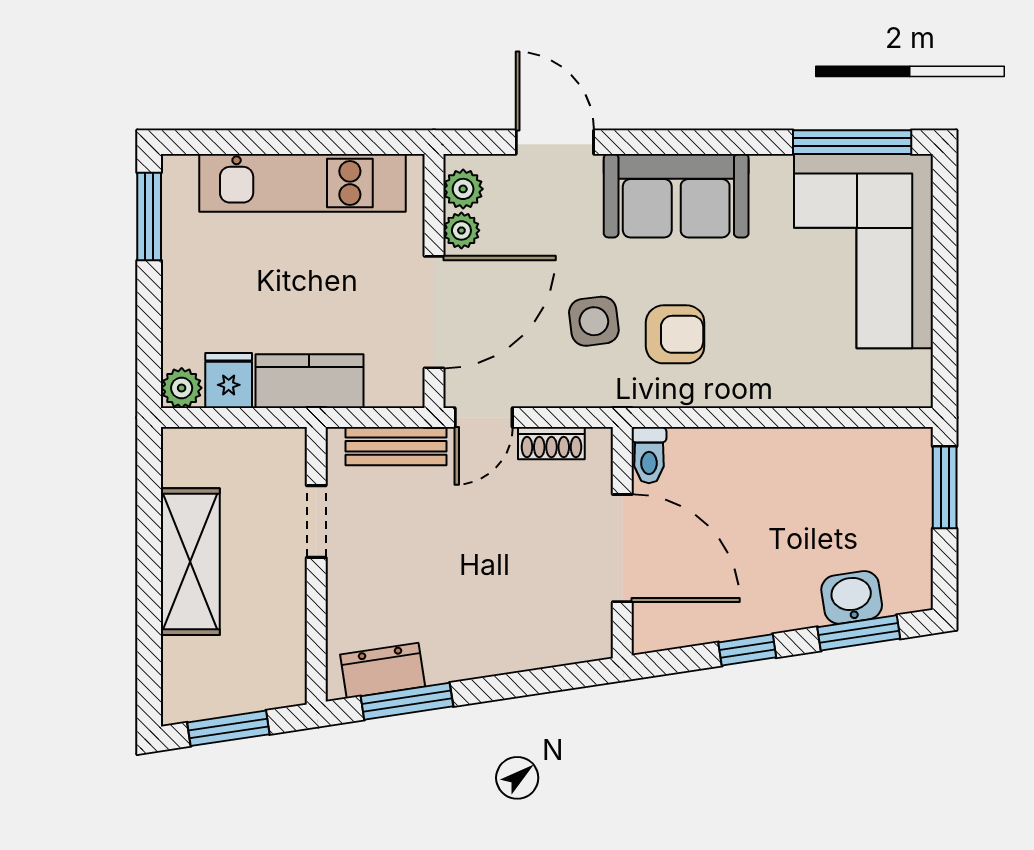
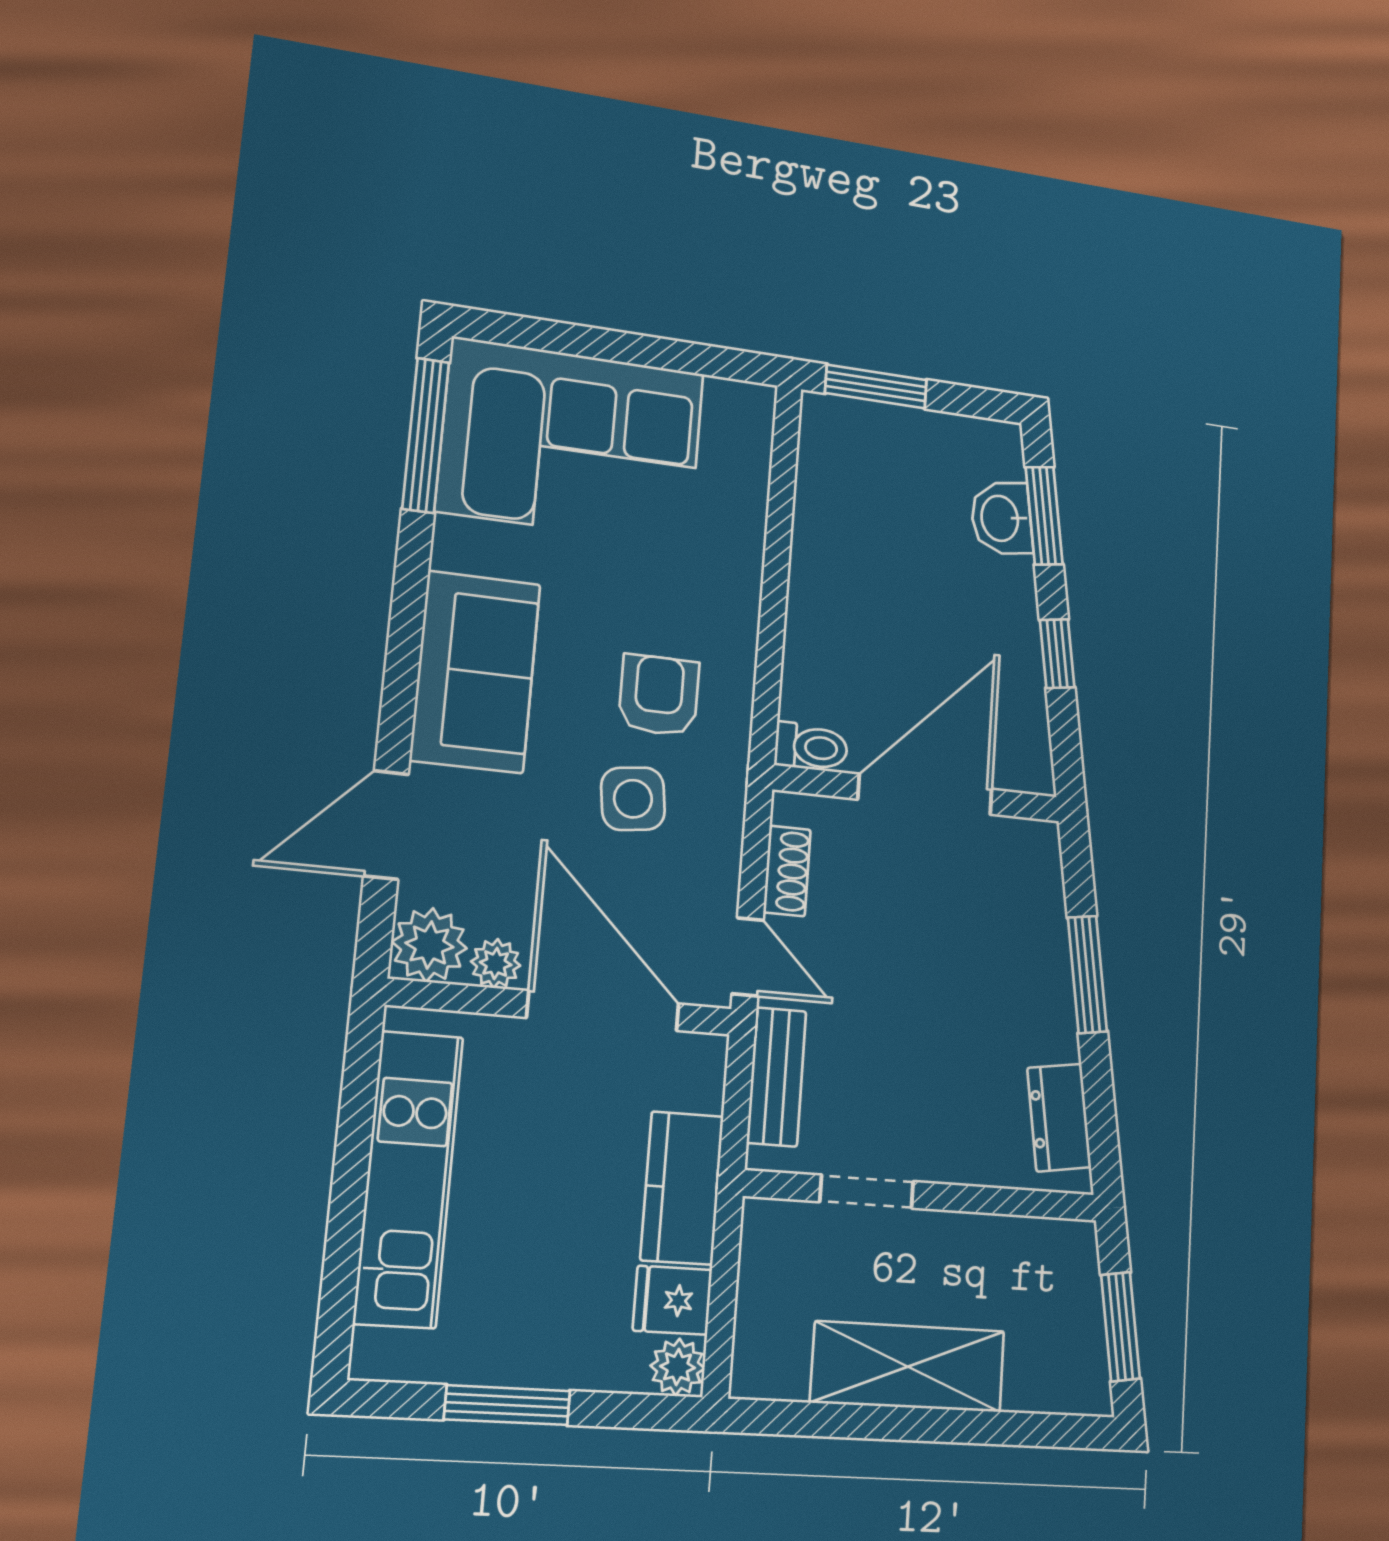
plant: (463, 189) -> (429, 945), width x1.38, depth x1.38
window: (149, 217) -> (507, 1405), moved
window: (407, 701) -> (1087, 974), moved

